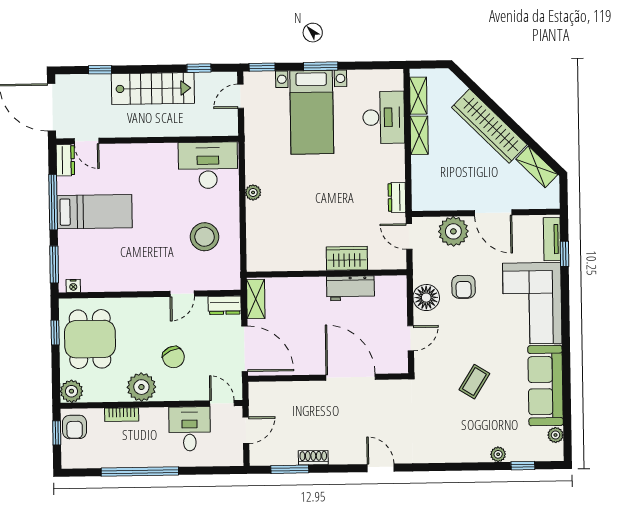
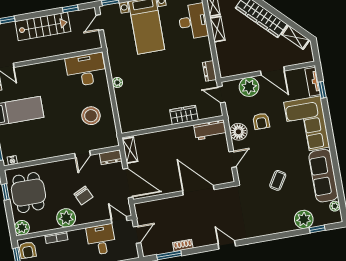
workbench: (351, 288) -> (210, 130), moved
plant: (498, 454) -> (304, 219), width x1.88, depth x1.88

